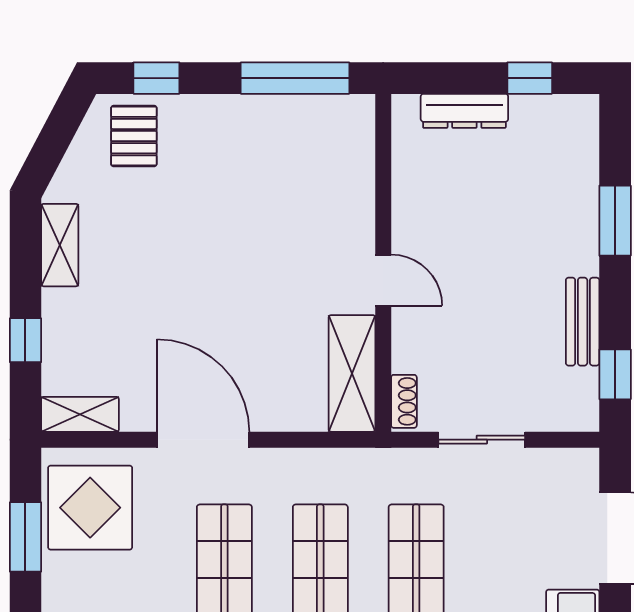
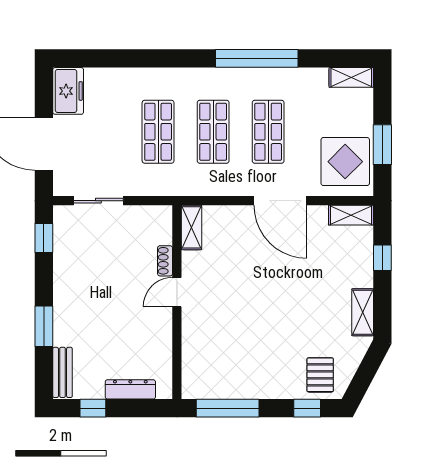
door: (383, 280) -> (177, 292), hinge flipped
bench: (583, 322) -> (62, 372), moved
shelving: (352, 373) -> (192, 227), width x0.67, depth x0.75
shoe rack: (404, 401) -> (165, 261), moved
sliding door: (482, 440) -> (98, 201), moved

